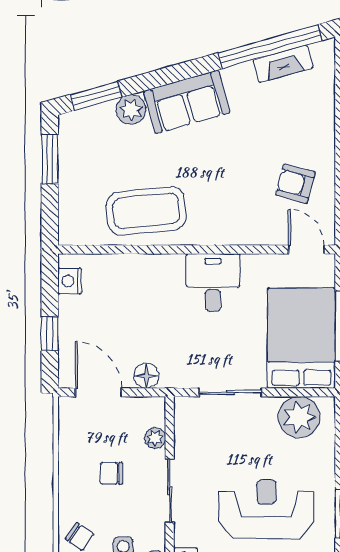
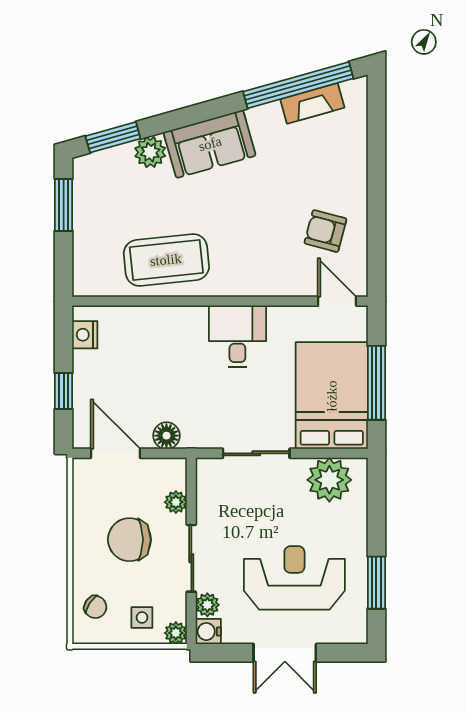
chair: (112, 473) -> (129, 540), width x1.87, depth x1.87
plant: (185, 535) -> (207, 605), added

